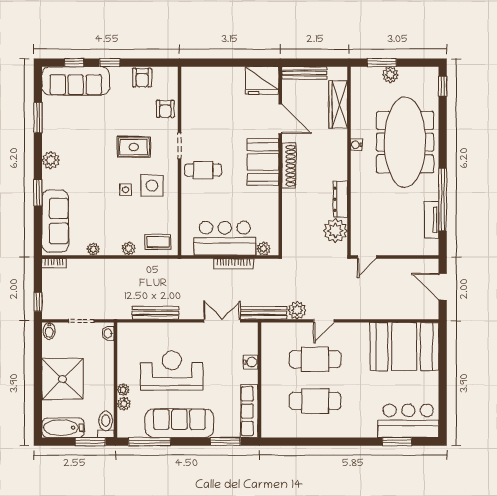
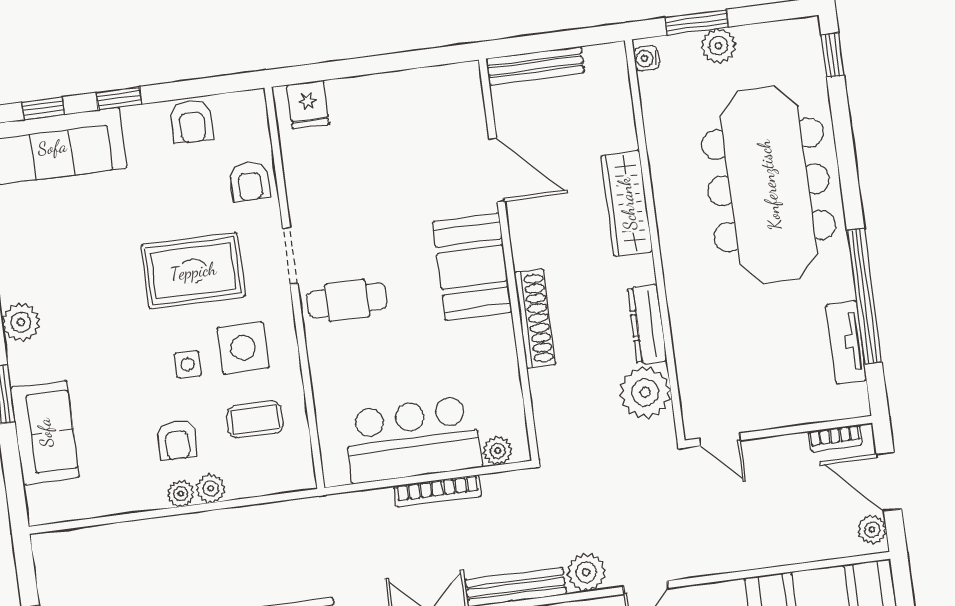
fridge: (262, 81) -> (308, 105), moved, width x0.53, depth x0.75
wardrobe: (338, 104) -> (627, 204), moved
water cooler: (356, 145) -> (647, 58), moved
rug: (134, 147) -> (193, 271), width x1.36, depth x1.43
shoe rack: (289, 166) -> (535, 319), moved
sofa: (55, 221) -> (45, 433), width x0.73
armchair: (116, 224) -> (177, 440), added
coffee table: (158, 242) -> (255, 420), moved
plant: (93, 249) -> (181, 494), moved
door: (367, 257) -> (720, 439), hinge flipped
bookcase: (54, 263) -> (835, 438), moved
plant: (432, 308) -> (872, 530), added

